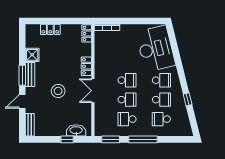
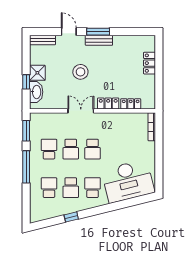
locker: (87, 33) -> (131, 104), moved
shower: (32, 55) -> (37, 73), moved
school desk: (161, 80) -> (93, 188), turned 180

